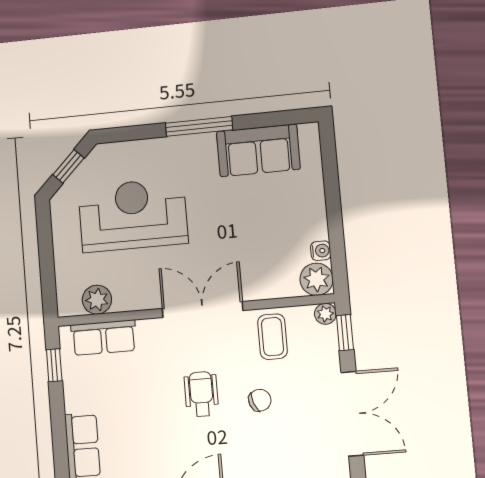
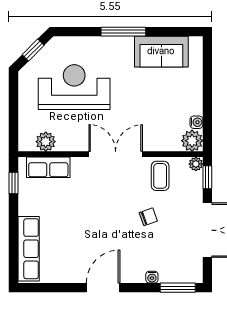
wheelchair: (201, 394) -> (110, 210), removed

